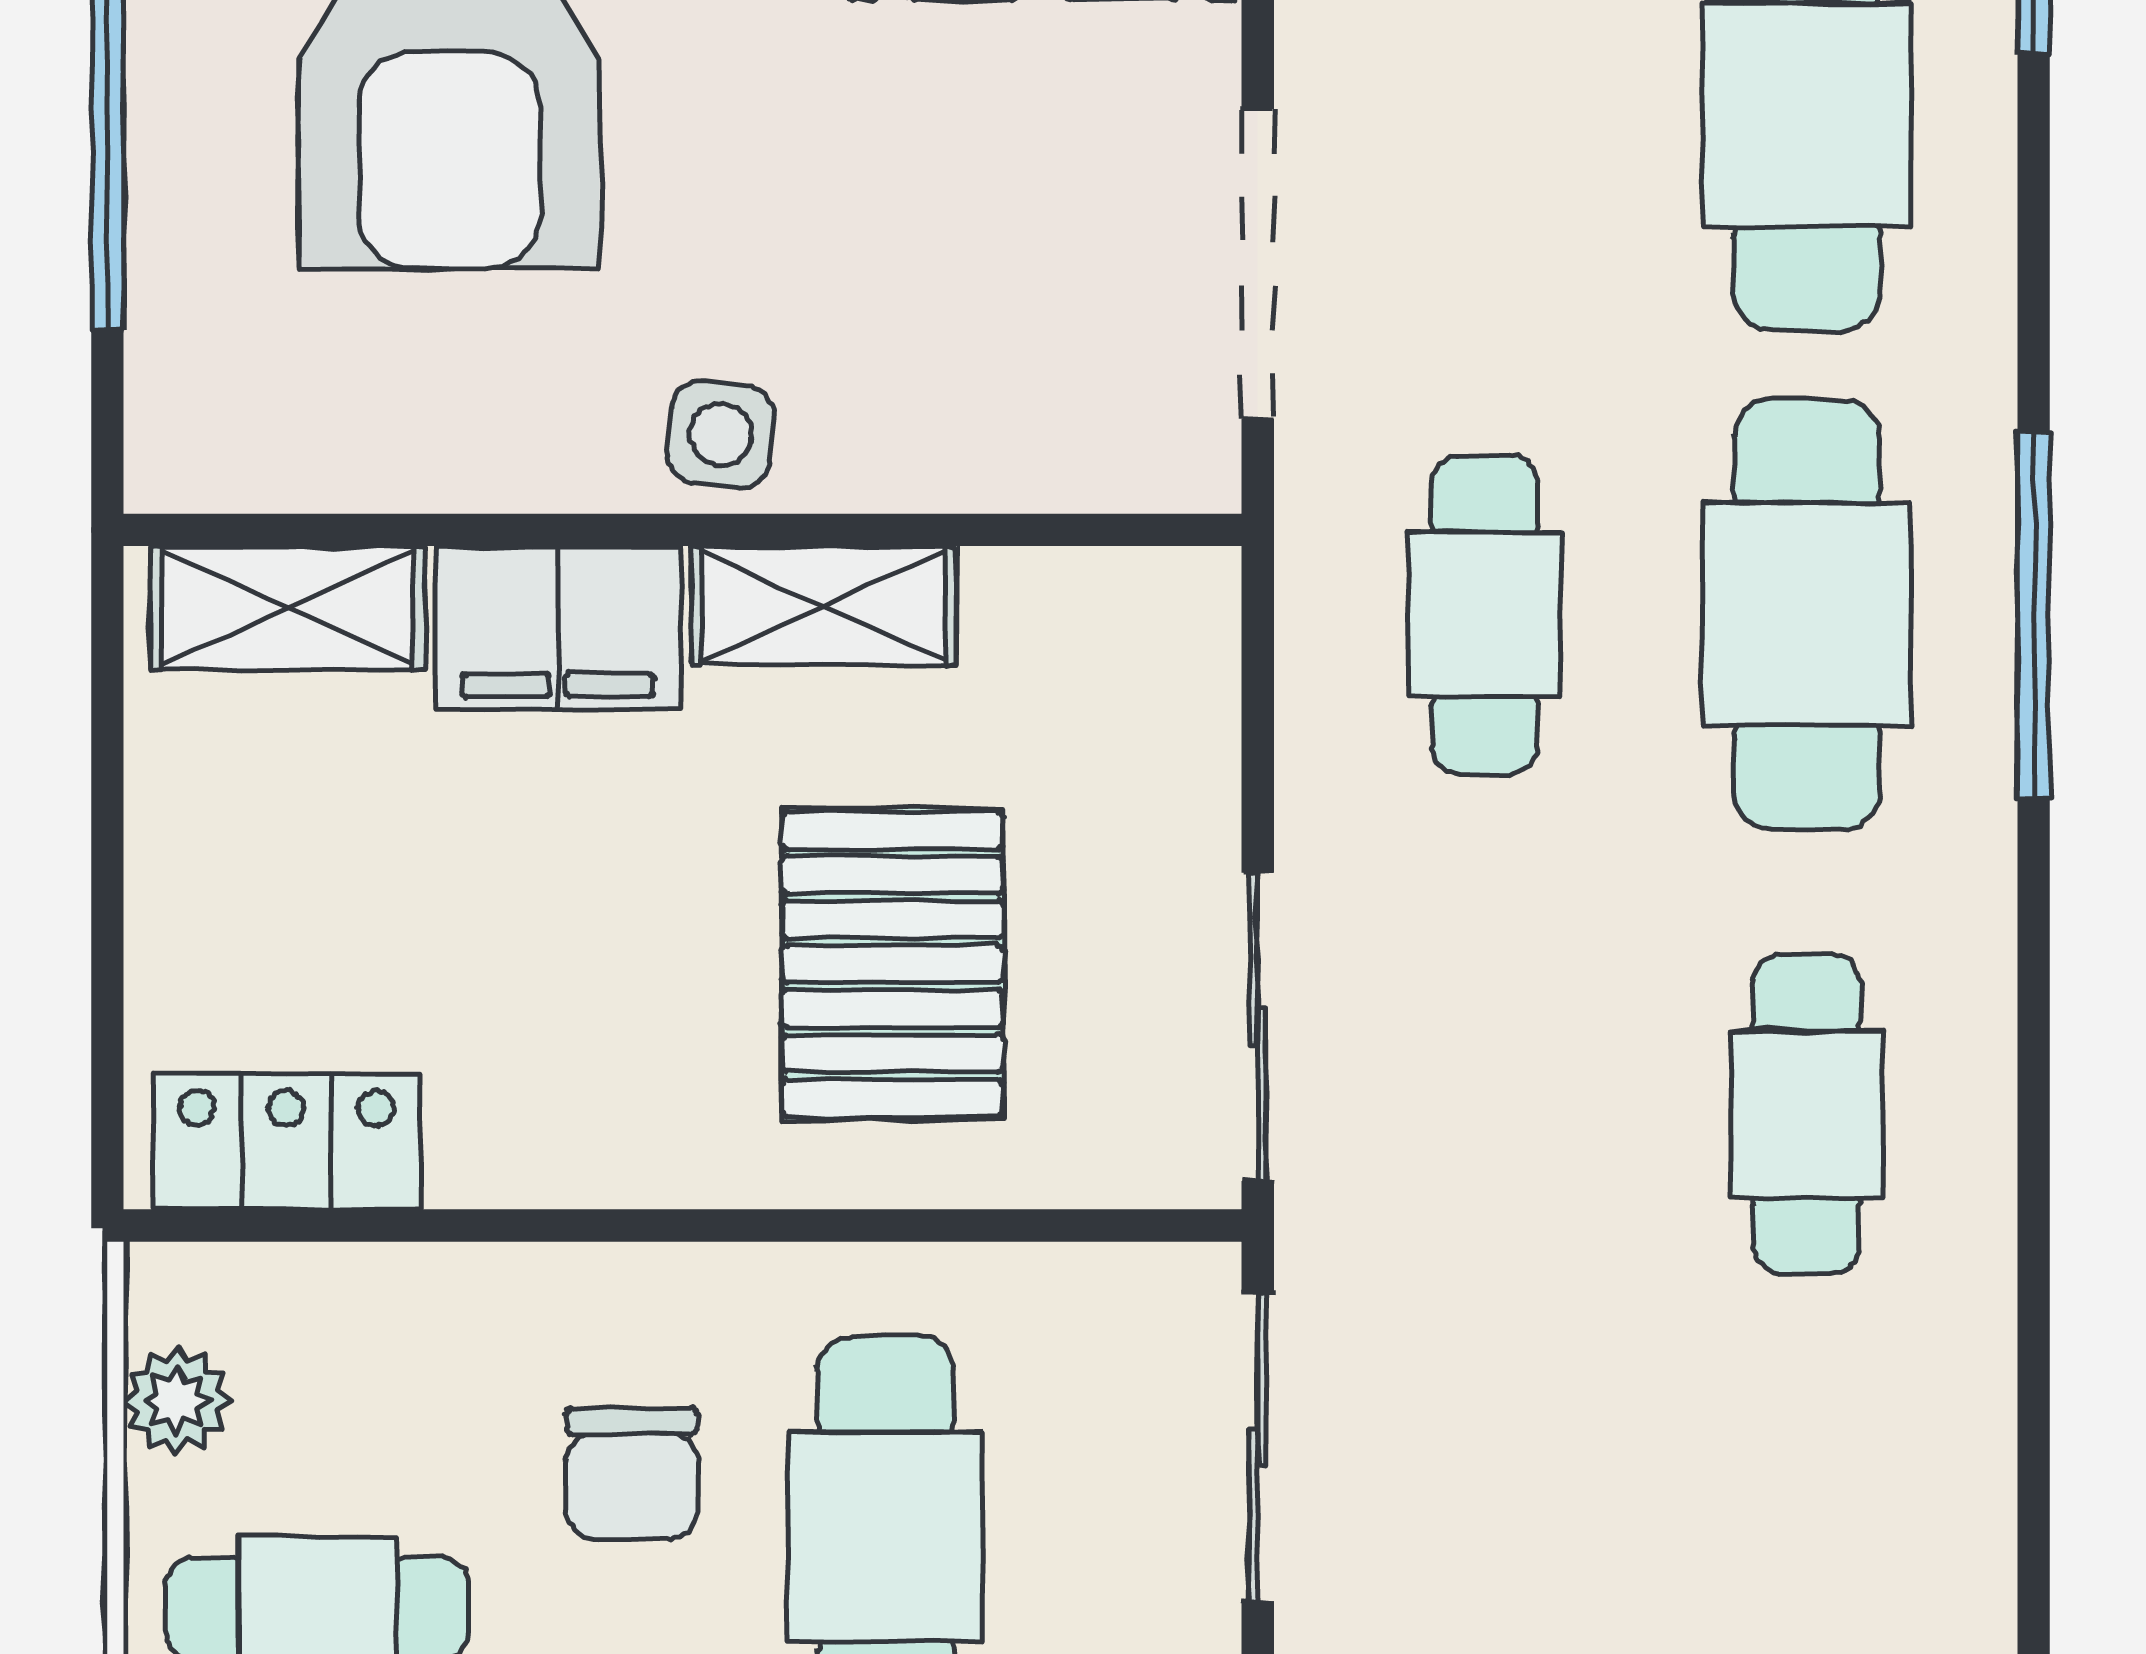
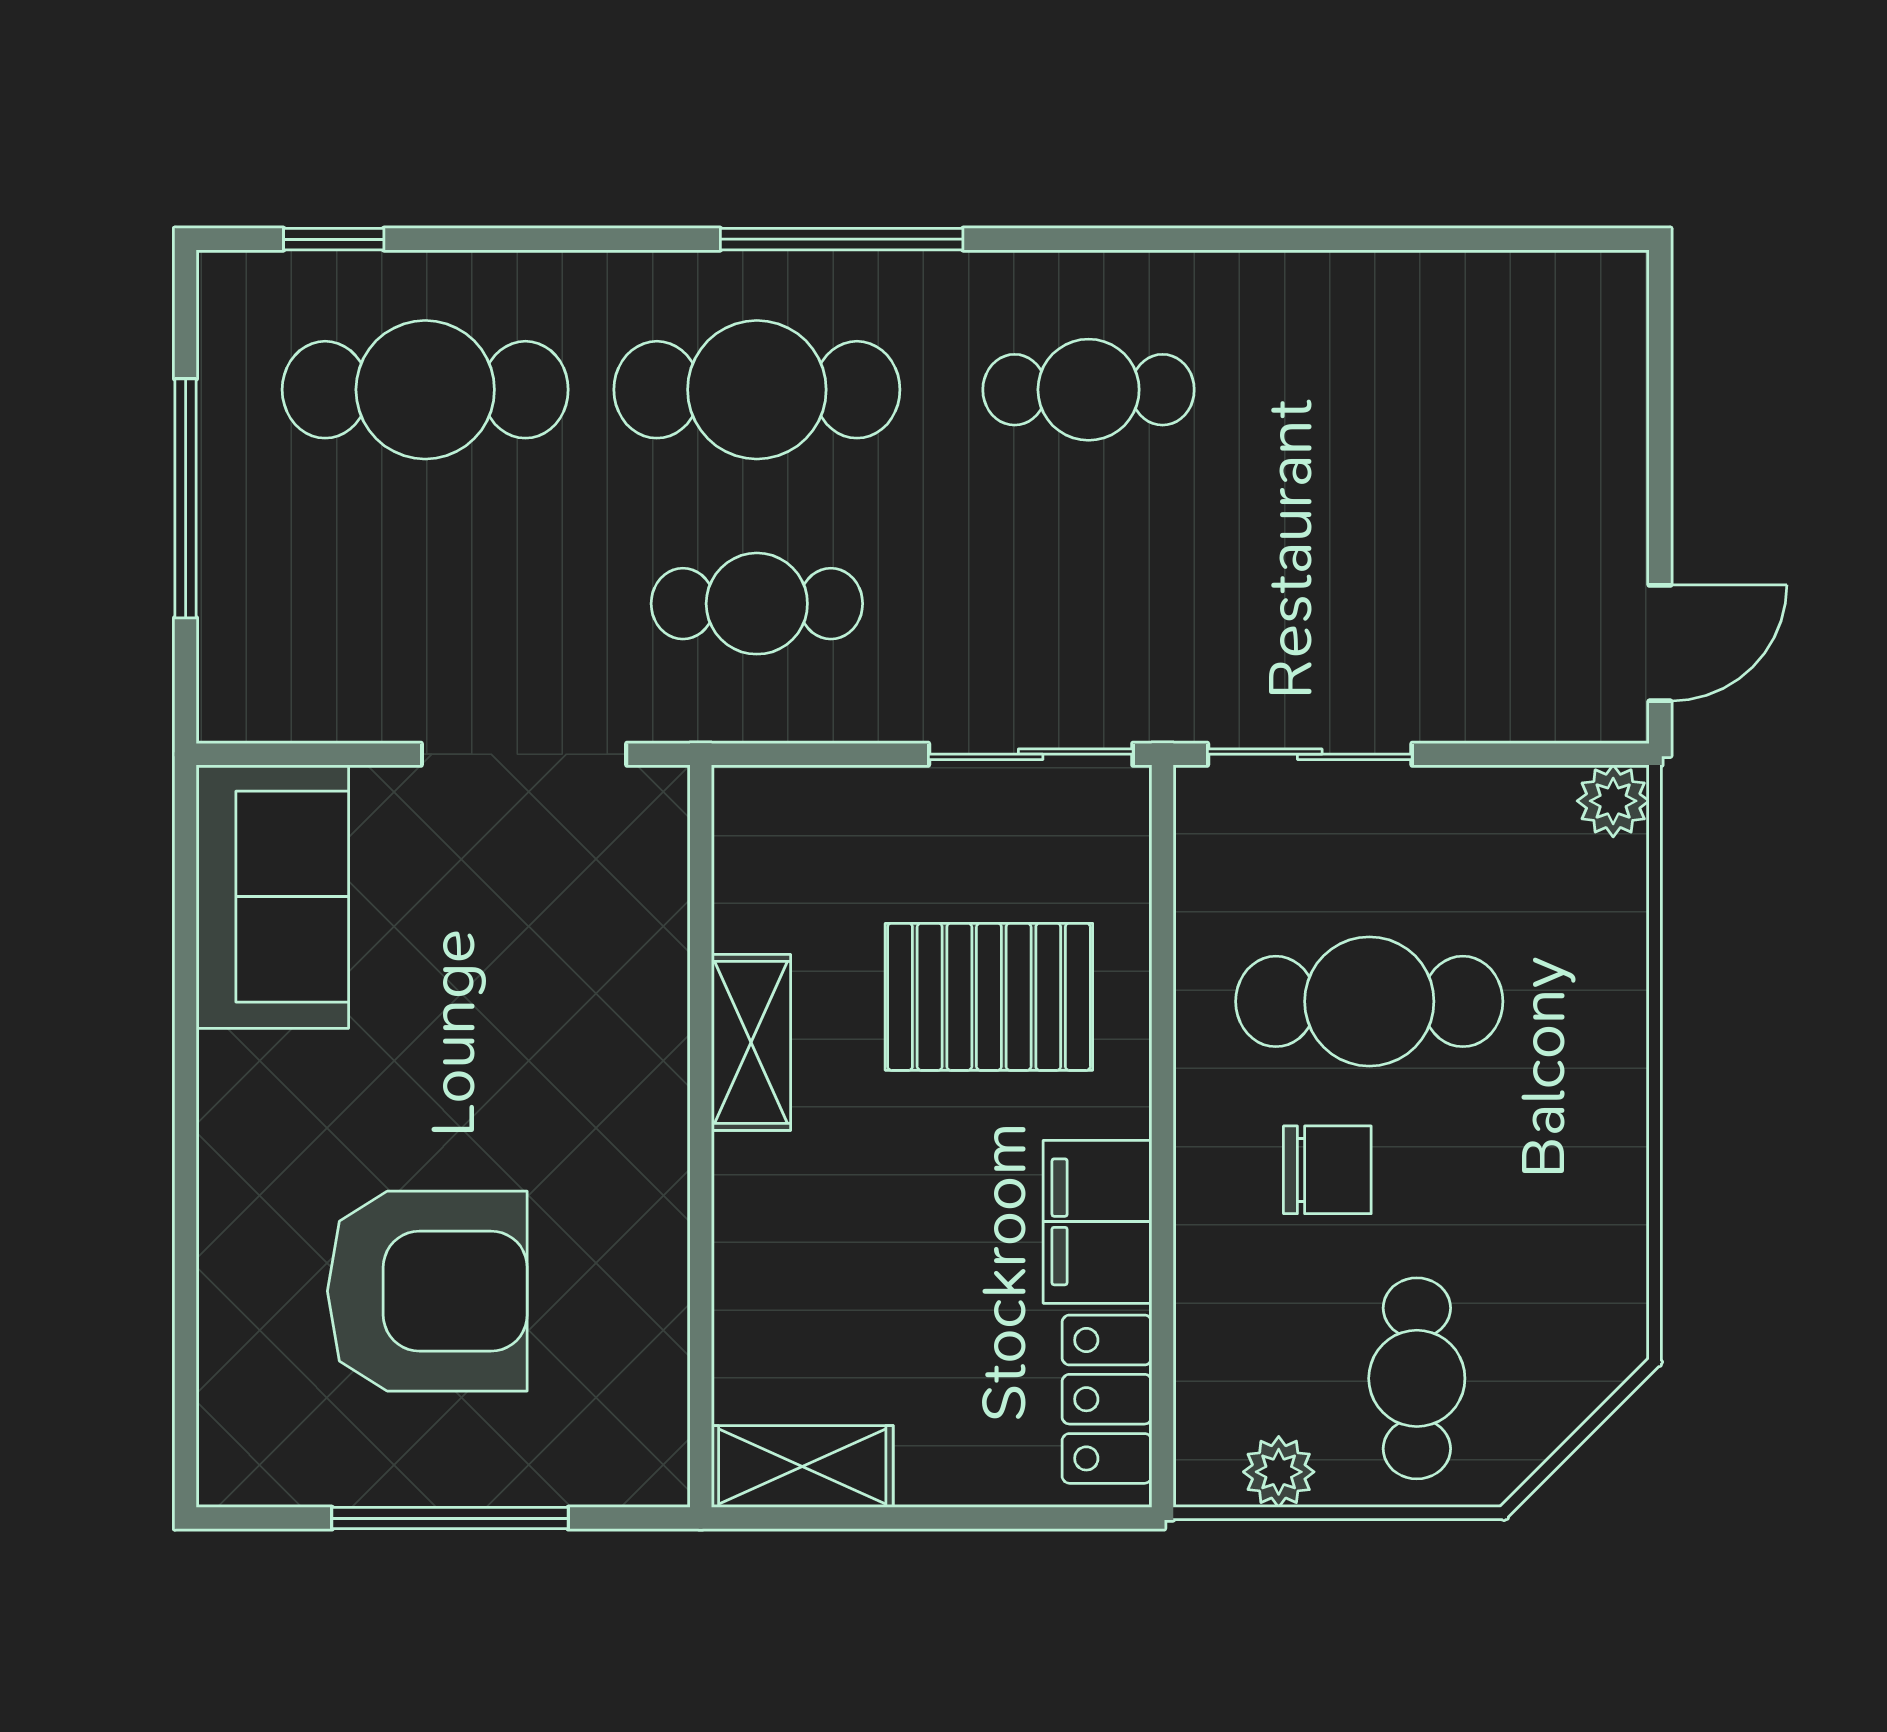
side table: (721, 434) -> (637, 1111), removed
shelving: (287, 608) -> (802, 1466), moved, turned 90
window: (2034, 615) -> (842, 239), moved
filing cabinet: (558, 628) -> (1098, 1222), moved, turned 180

